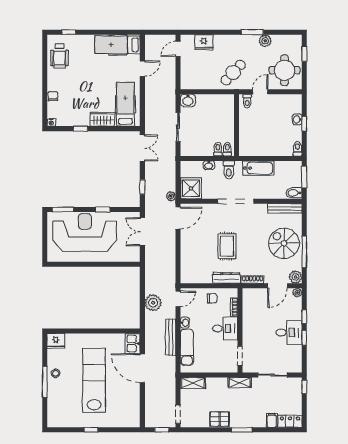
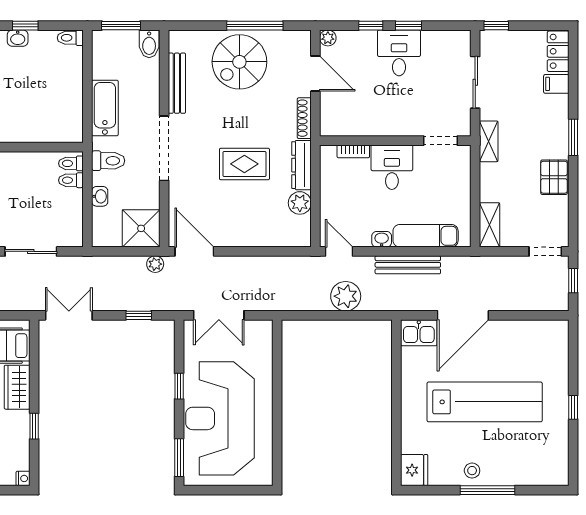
bench: (285, 208) -> (177, 83), moved
plant: (296, 277) -> (300, 203), moved
chair: (212, 298) -> (338, 191), removed
lab bench: (94, 380) -> (485, 402), turned 180

